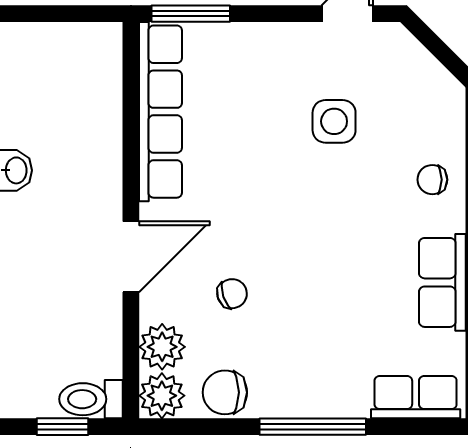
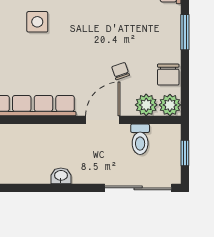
door: (131, 257) -> (103, 120), hinge flipped
toilet: (91, 399) -> (140, 139), moved
window: (313, 427) -> (185, 32), width x0.69

